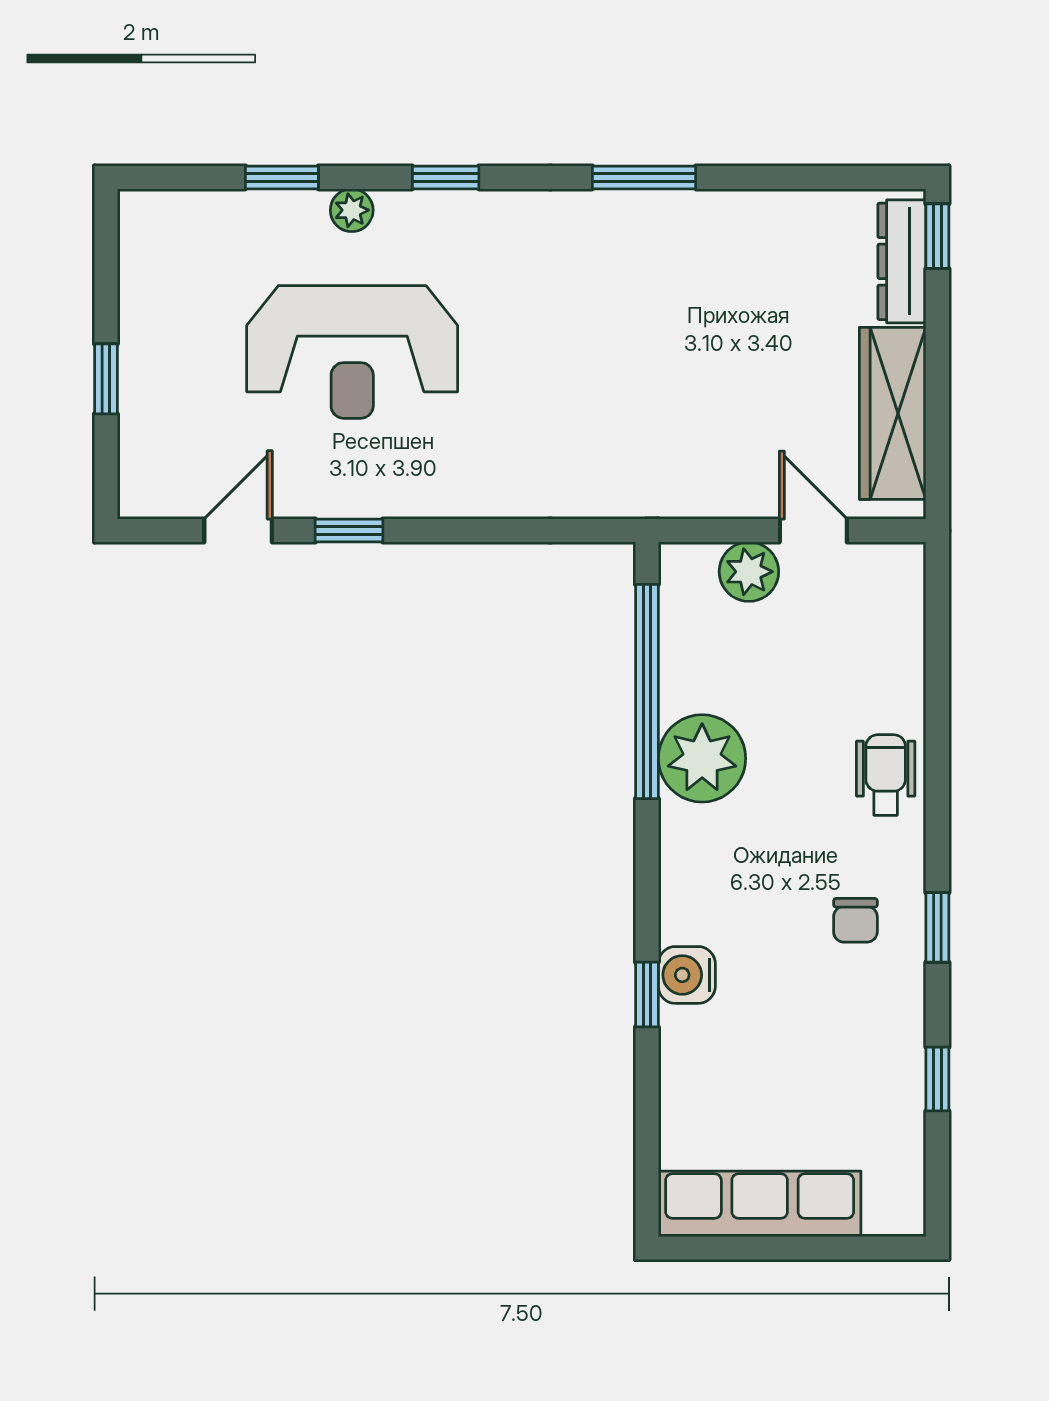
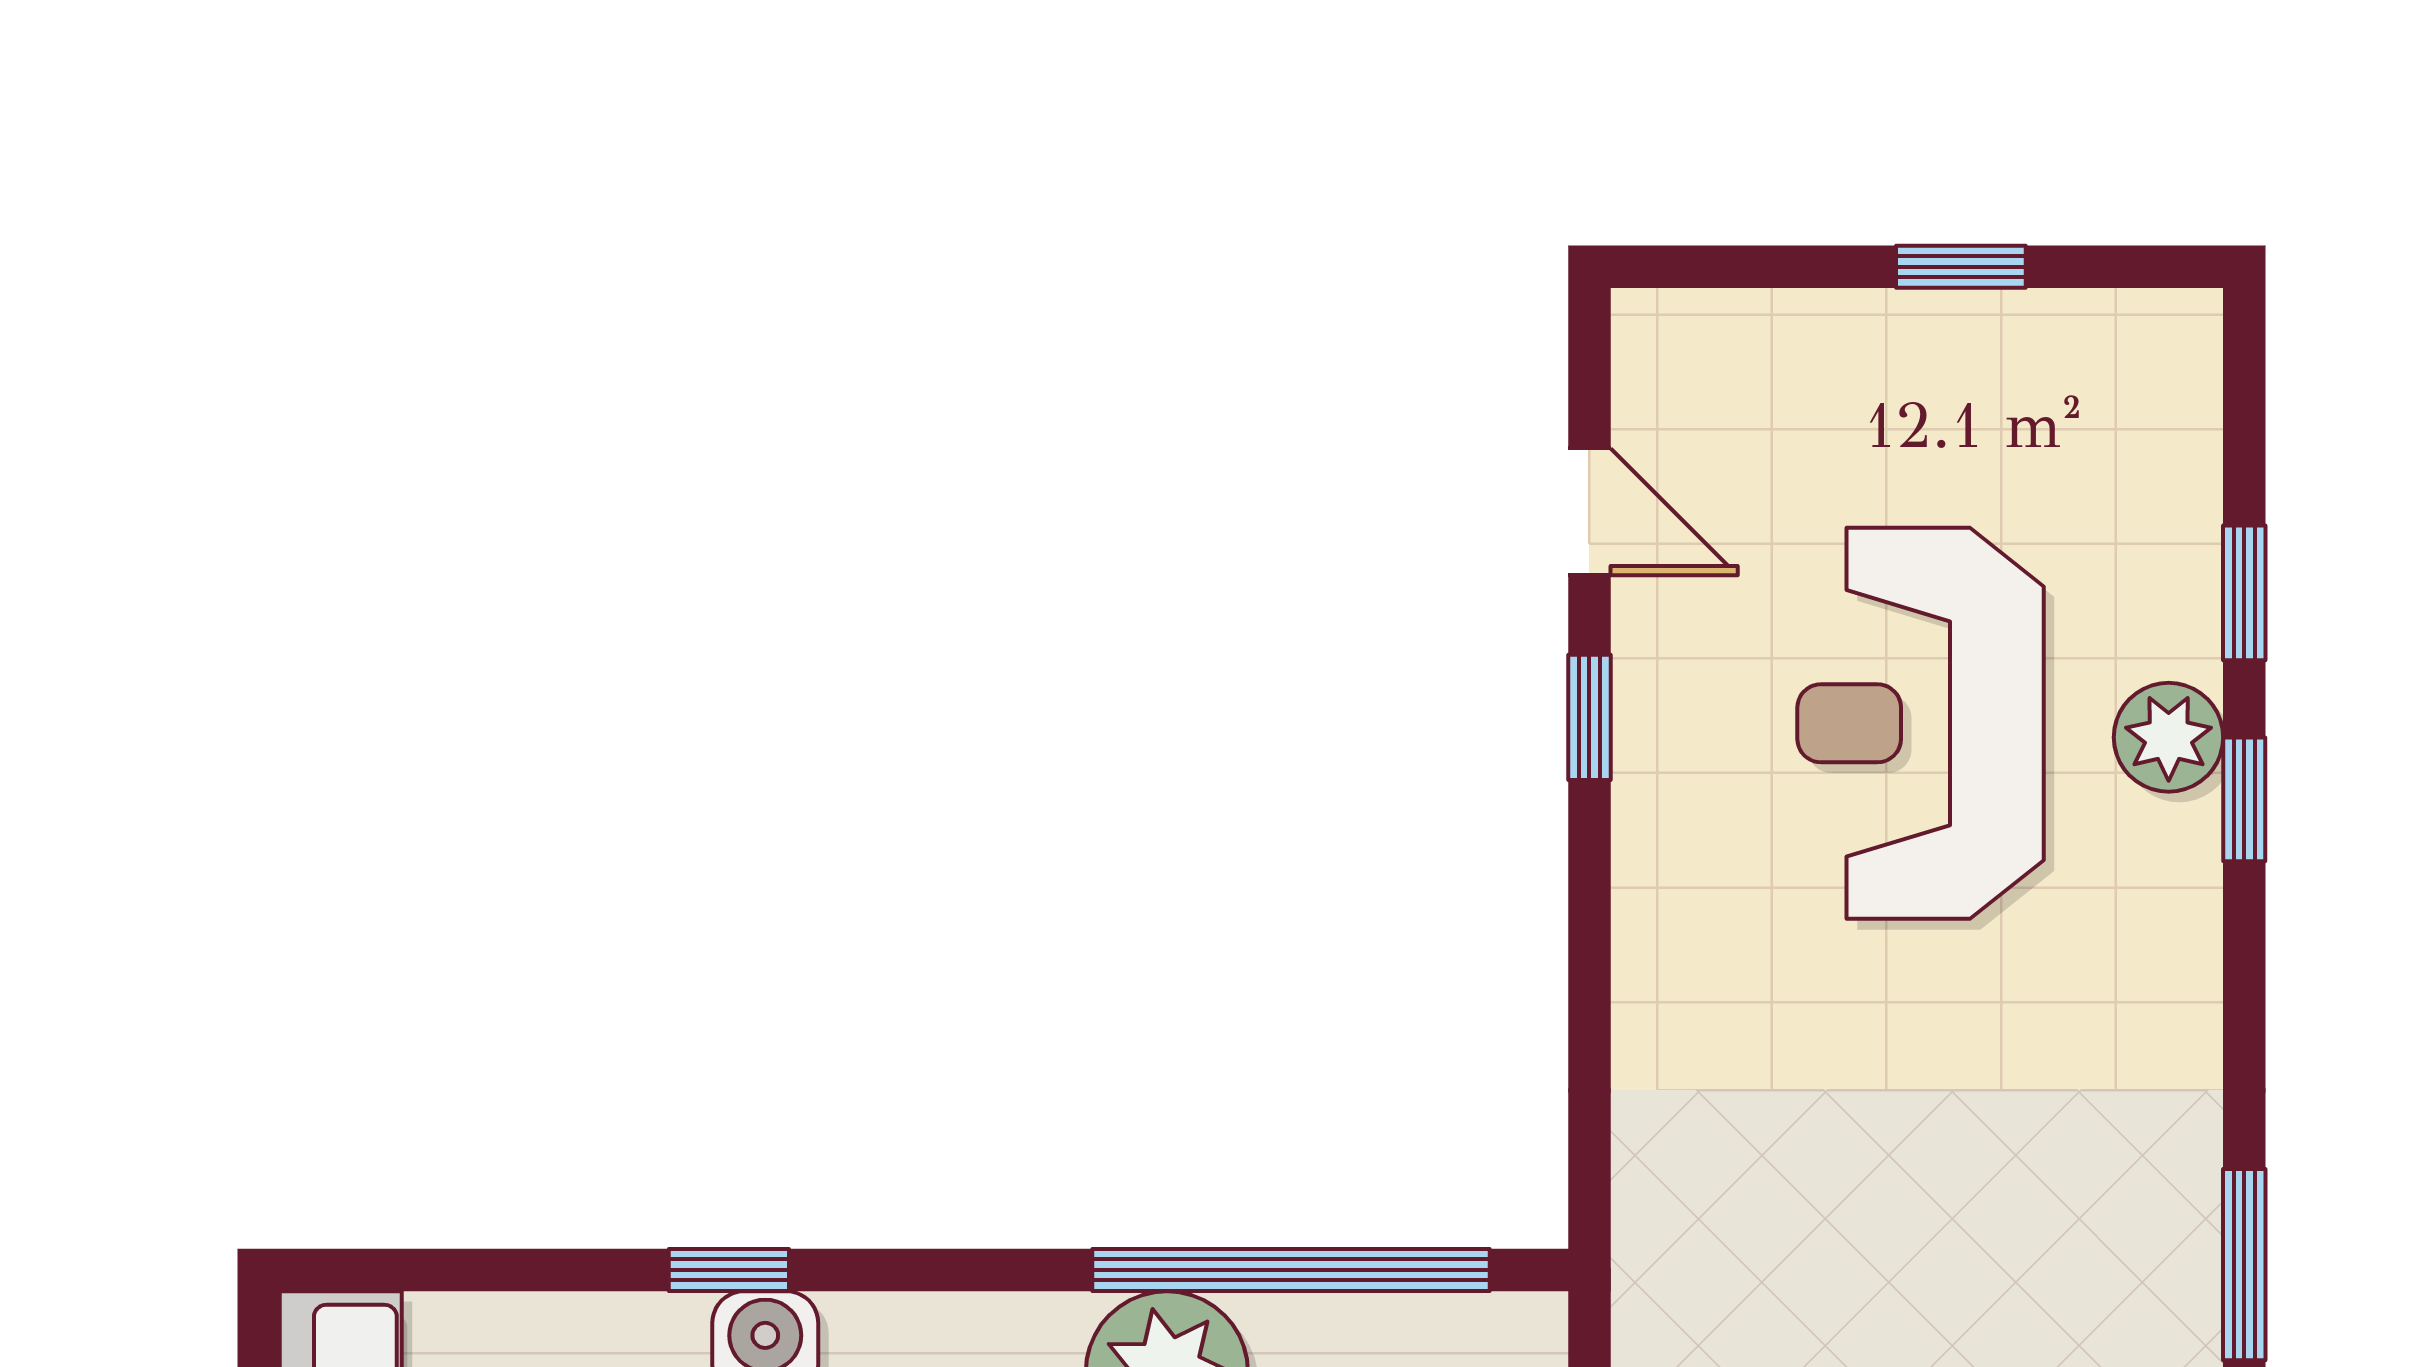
window: (446, 177) -> (2244, 799), moved
plant: (352, 210) -> (2169, 737), width x1.38, depth x1.38
window: (106, 379) -> (1961, 267), moved

